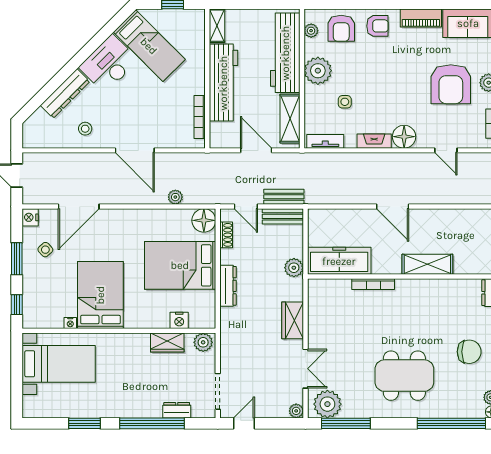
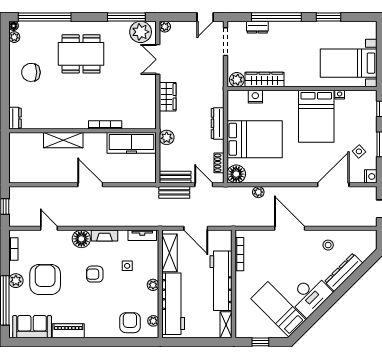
armchair: (377, 26) -> (95, 274), moved
plant: (318, 71) -> (153, 285), width x0.53, depth x0.53
wardrobe: (167, 343) -> (265, 79), width x1.50

